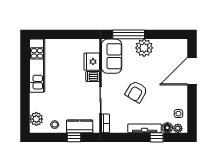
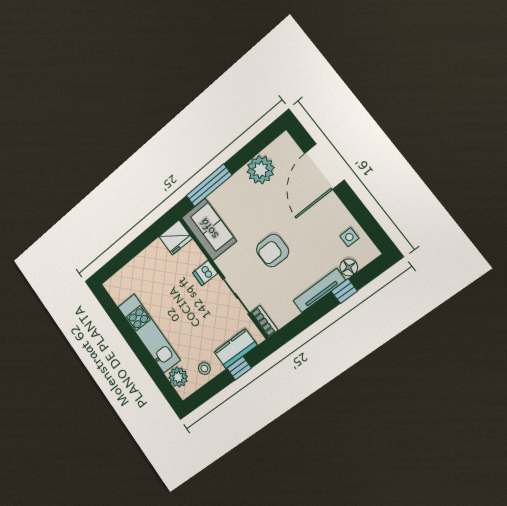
plant: (144, 48) -> (261, 170), moved
fridge: (92, 62) -> (176, 238), moved, turned -90
kitchen unit: (37, 66) -> (149, 333), moved
armchair: (136, 92) -> (273, 251), turned 59
plant: (178, 128) -> (364, 258), removed

